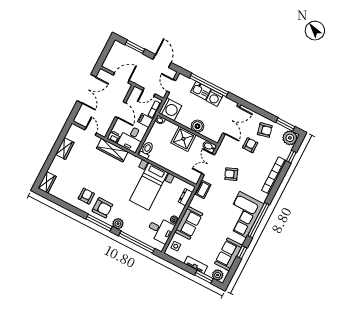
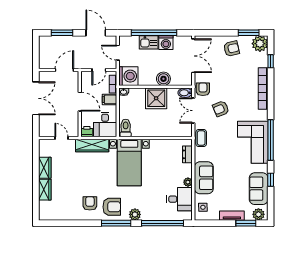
armchair: (250, 145) -> (203, 89), moved
wardrobe: (47, 182) -> (45, 190), moved
bed with nightstands: (149, 186) -> (129, 162), moved

